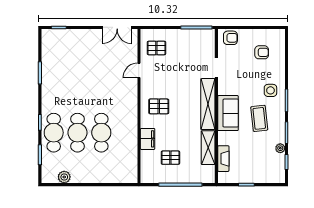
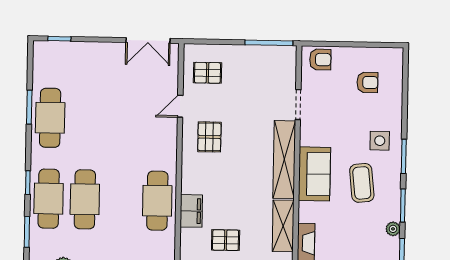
cafe table: (54, 80) -> (50, 118), added
pallet: (159, 106) -> (209, 137), moved, turned 90
cafe table: (101, 133) -> (157, 201), moved

